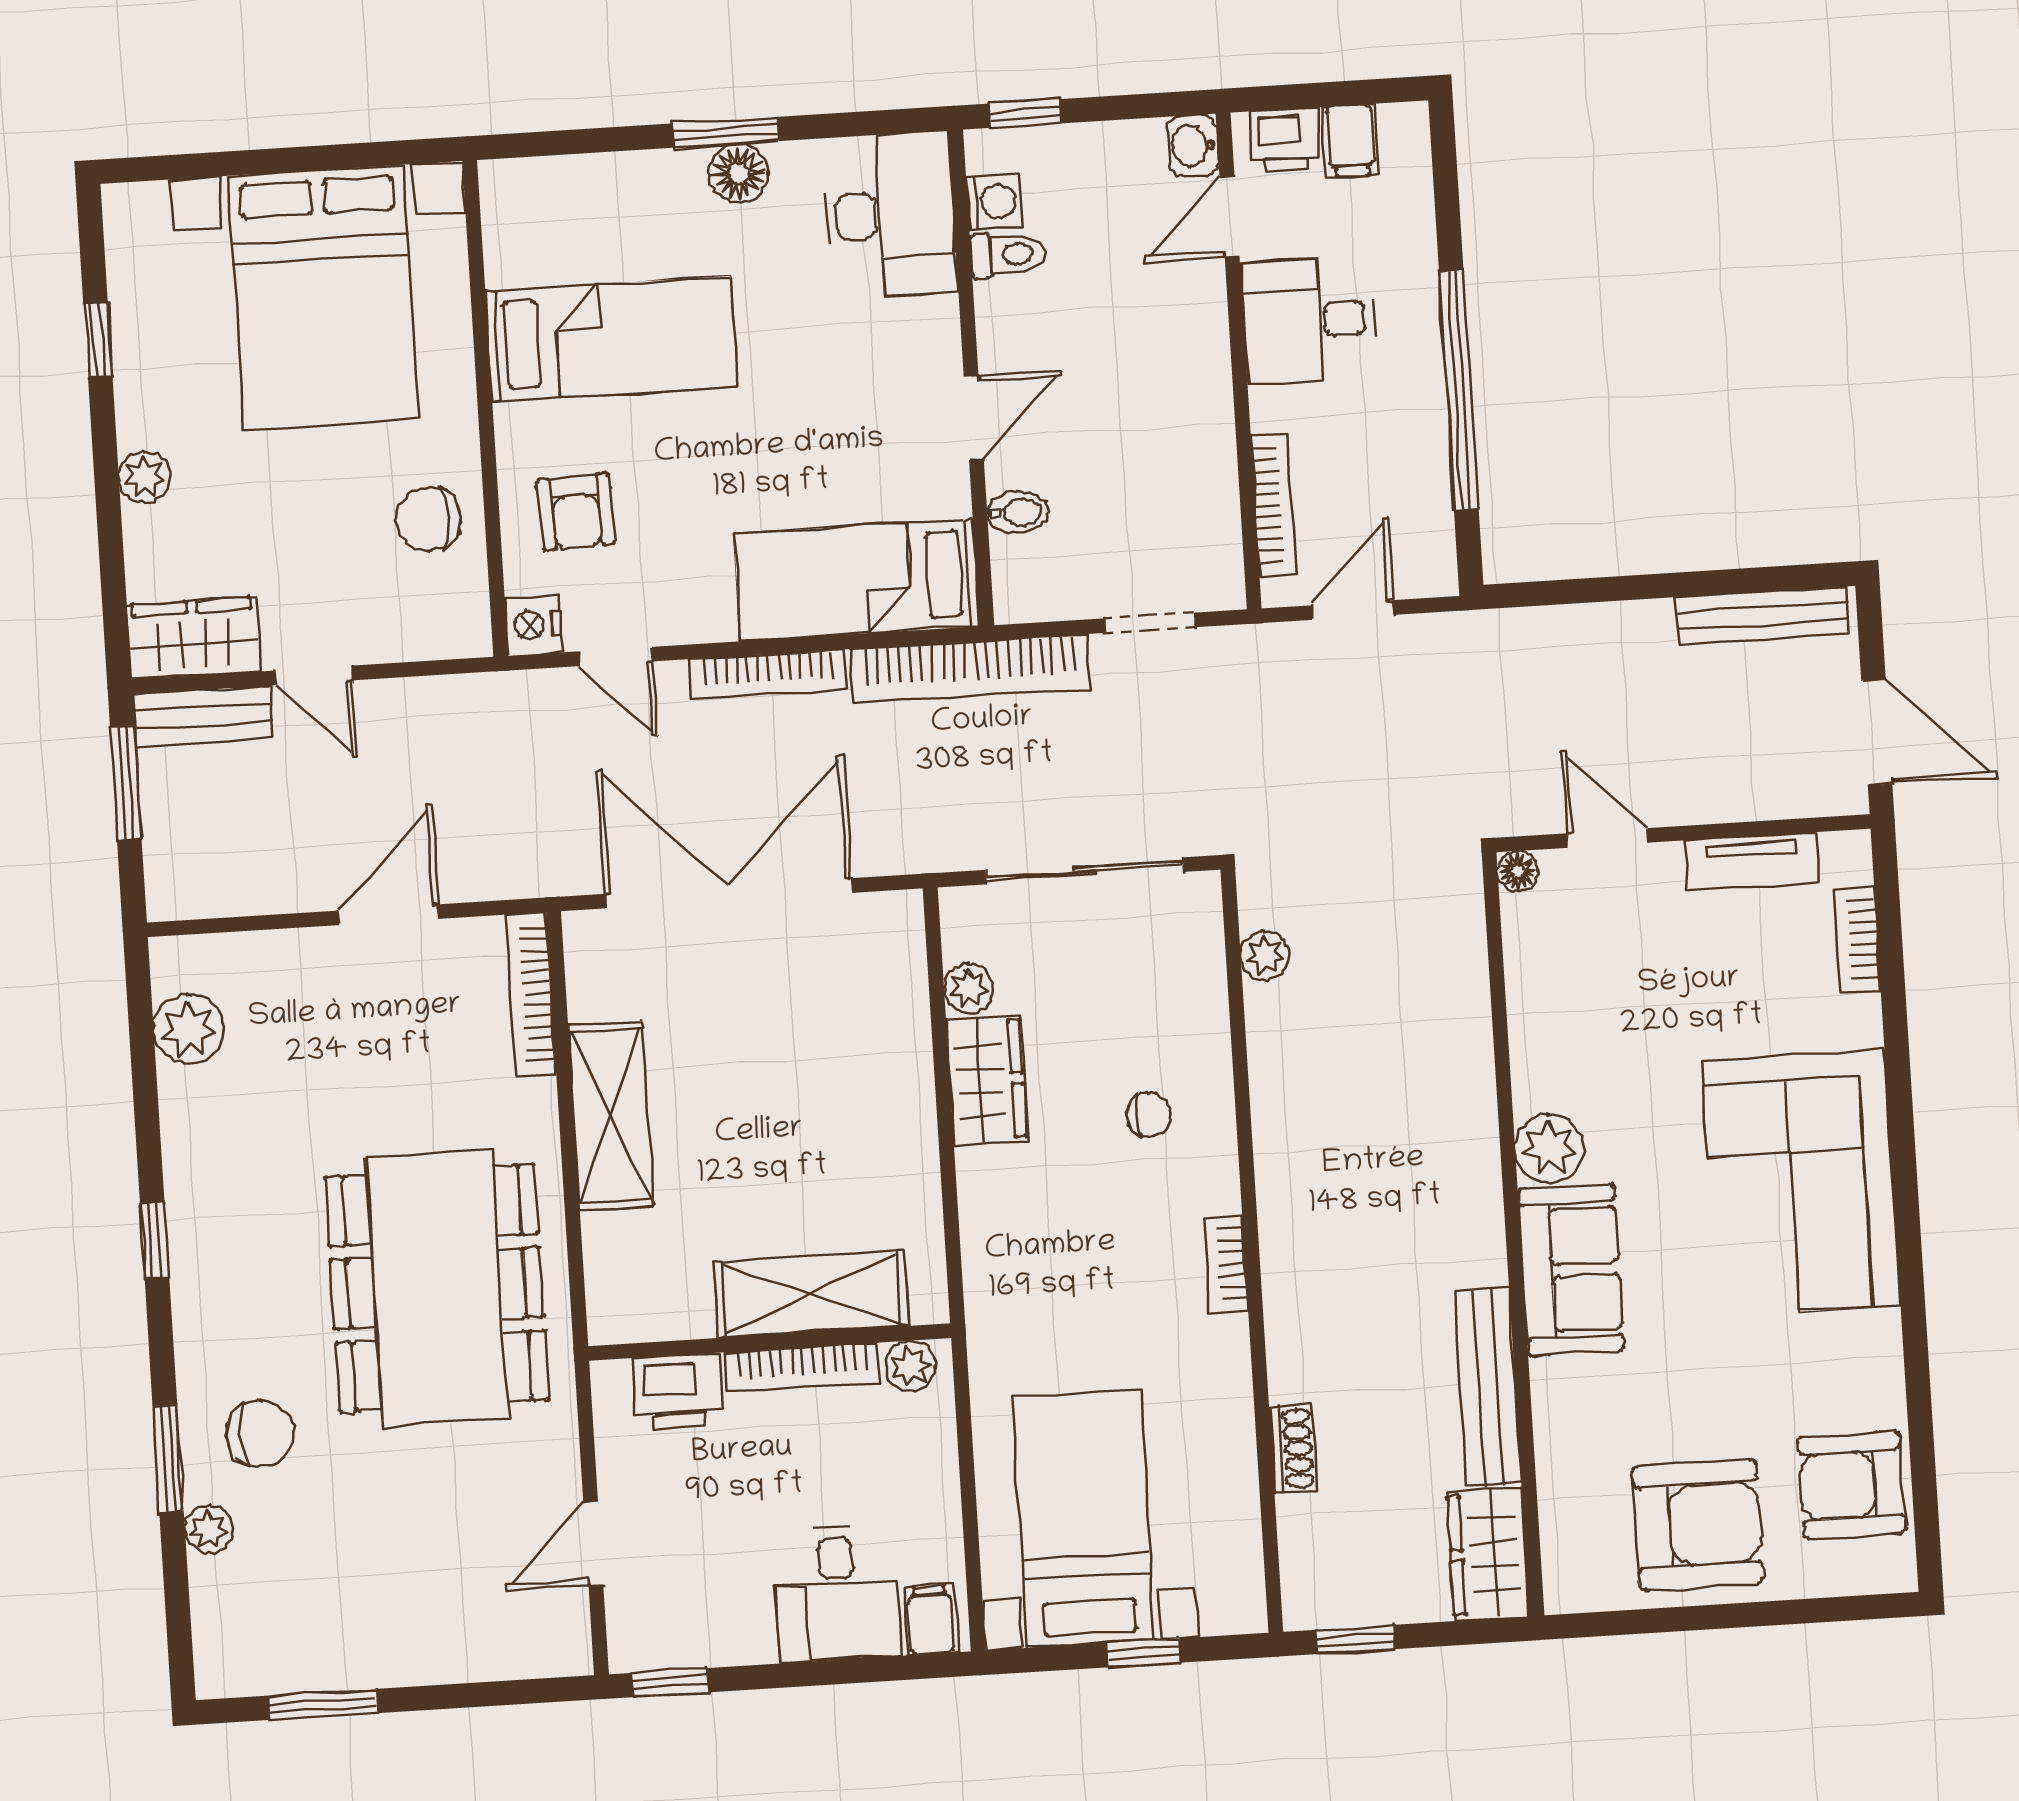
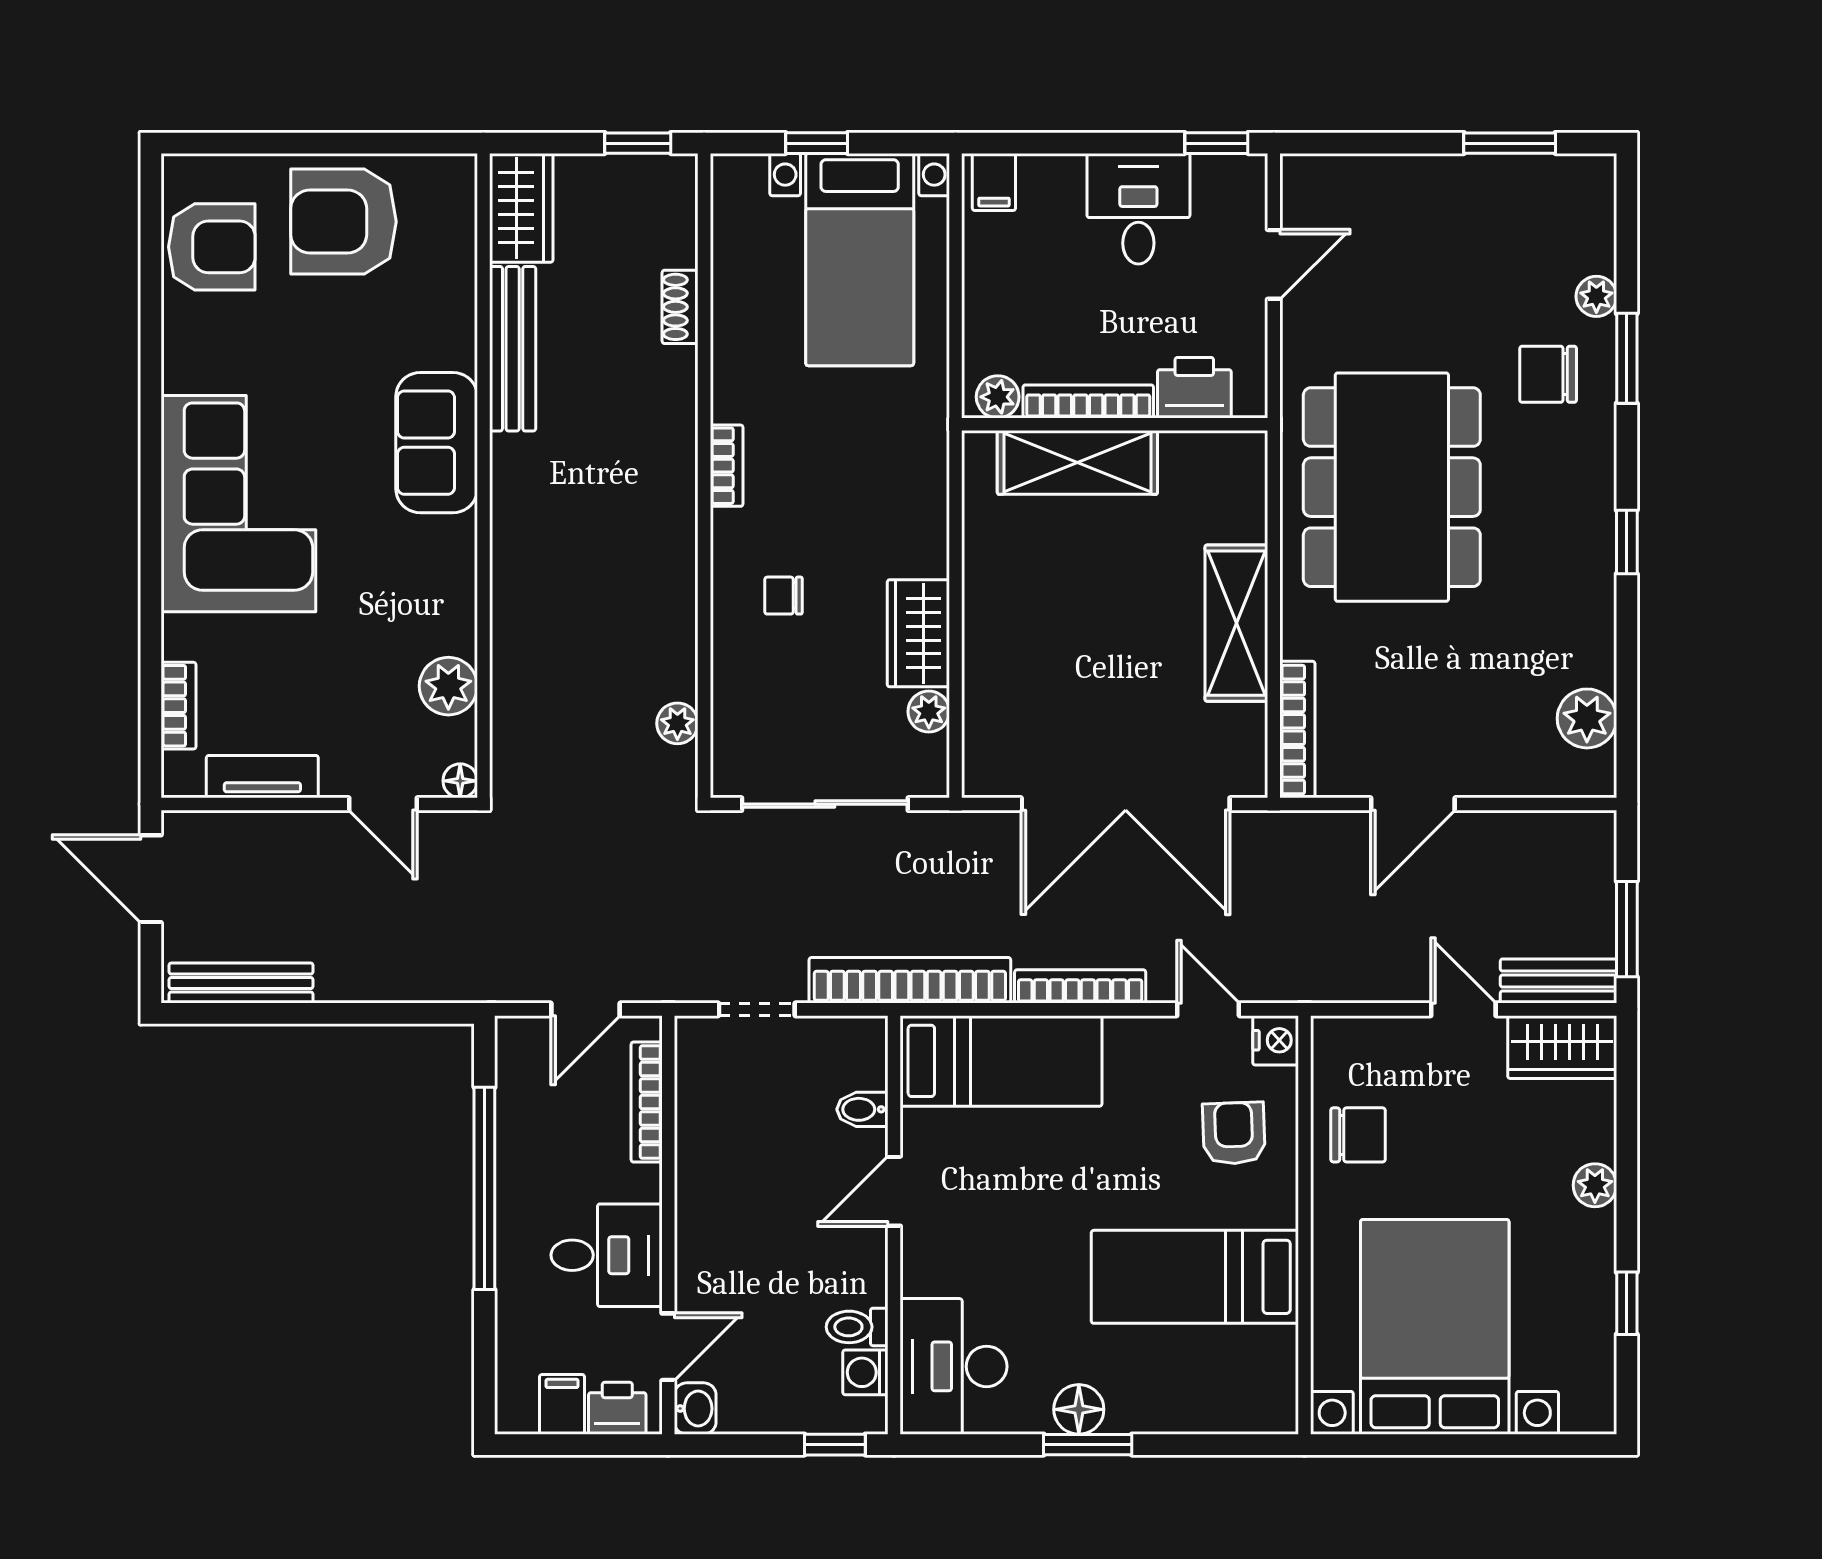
plant: (1549, 1148) -> (448, 686), moved
desk: (837, 1594) -> (1138, 209), moved

